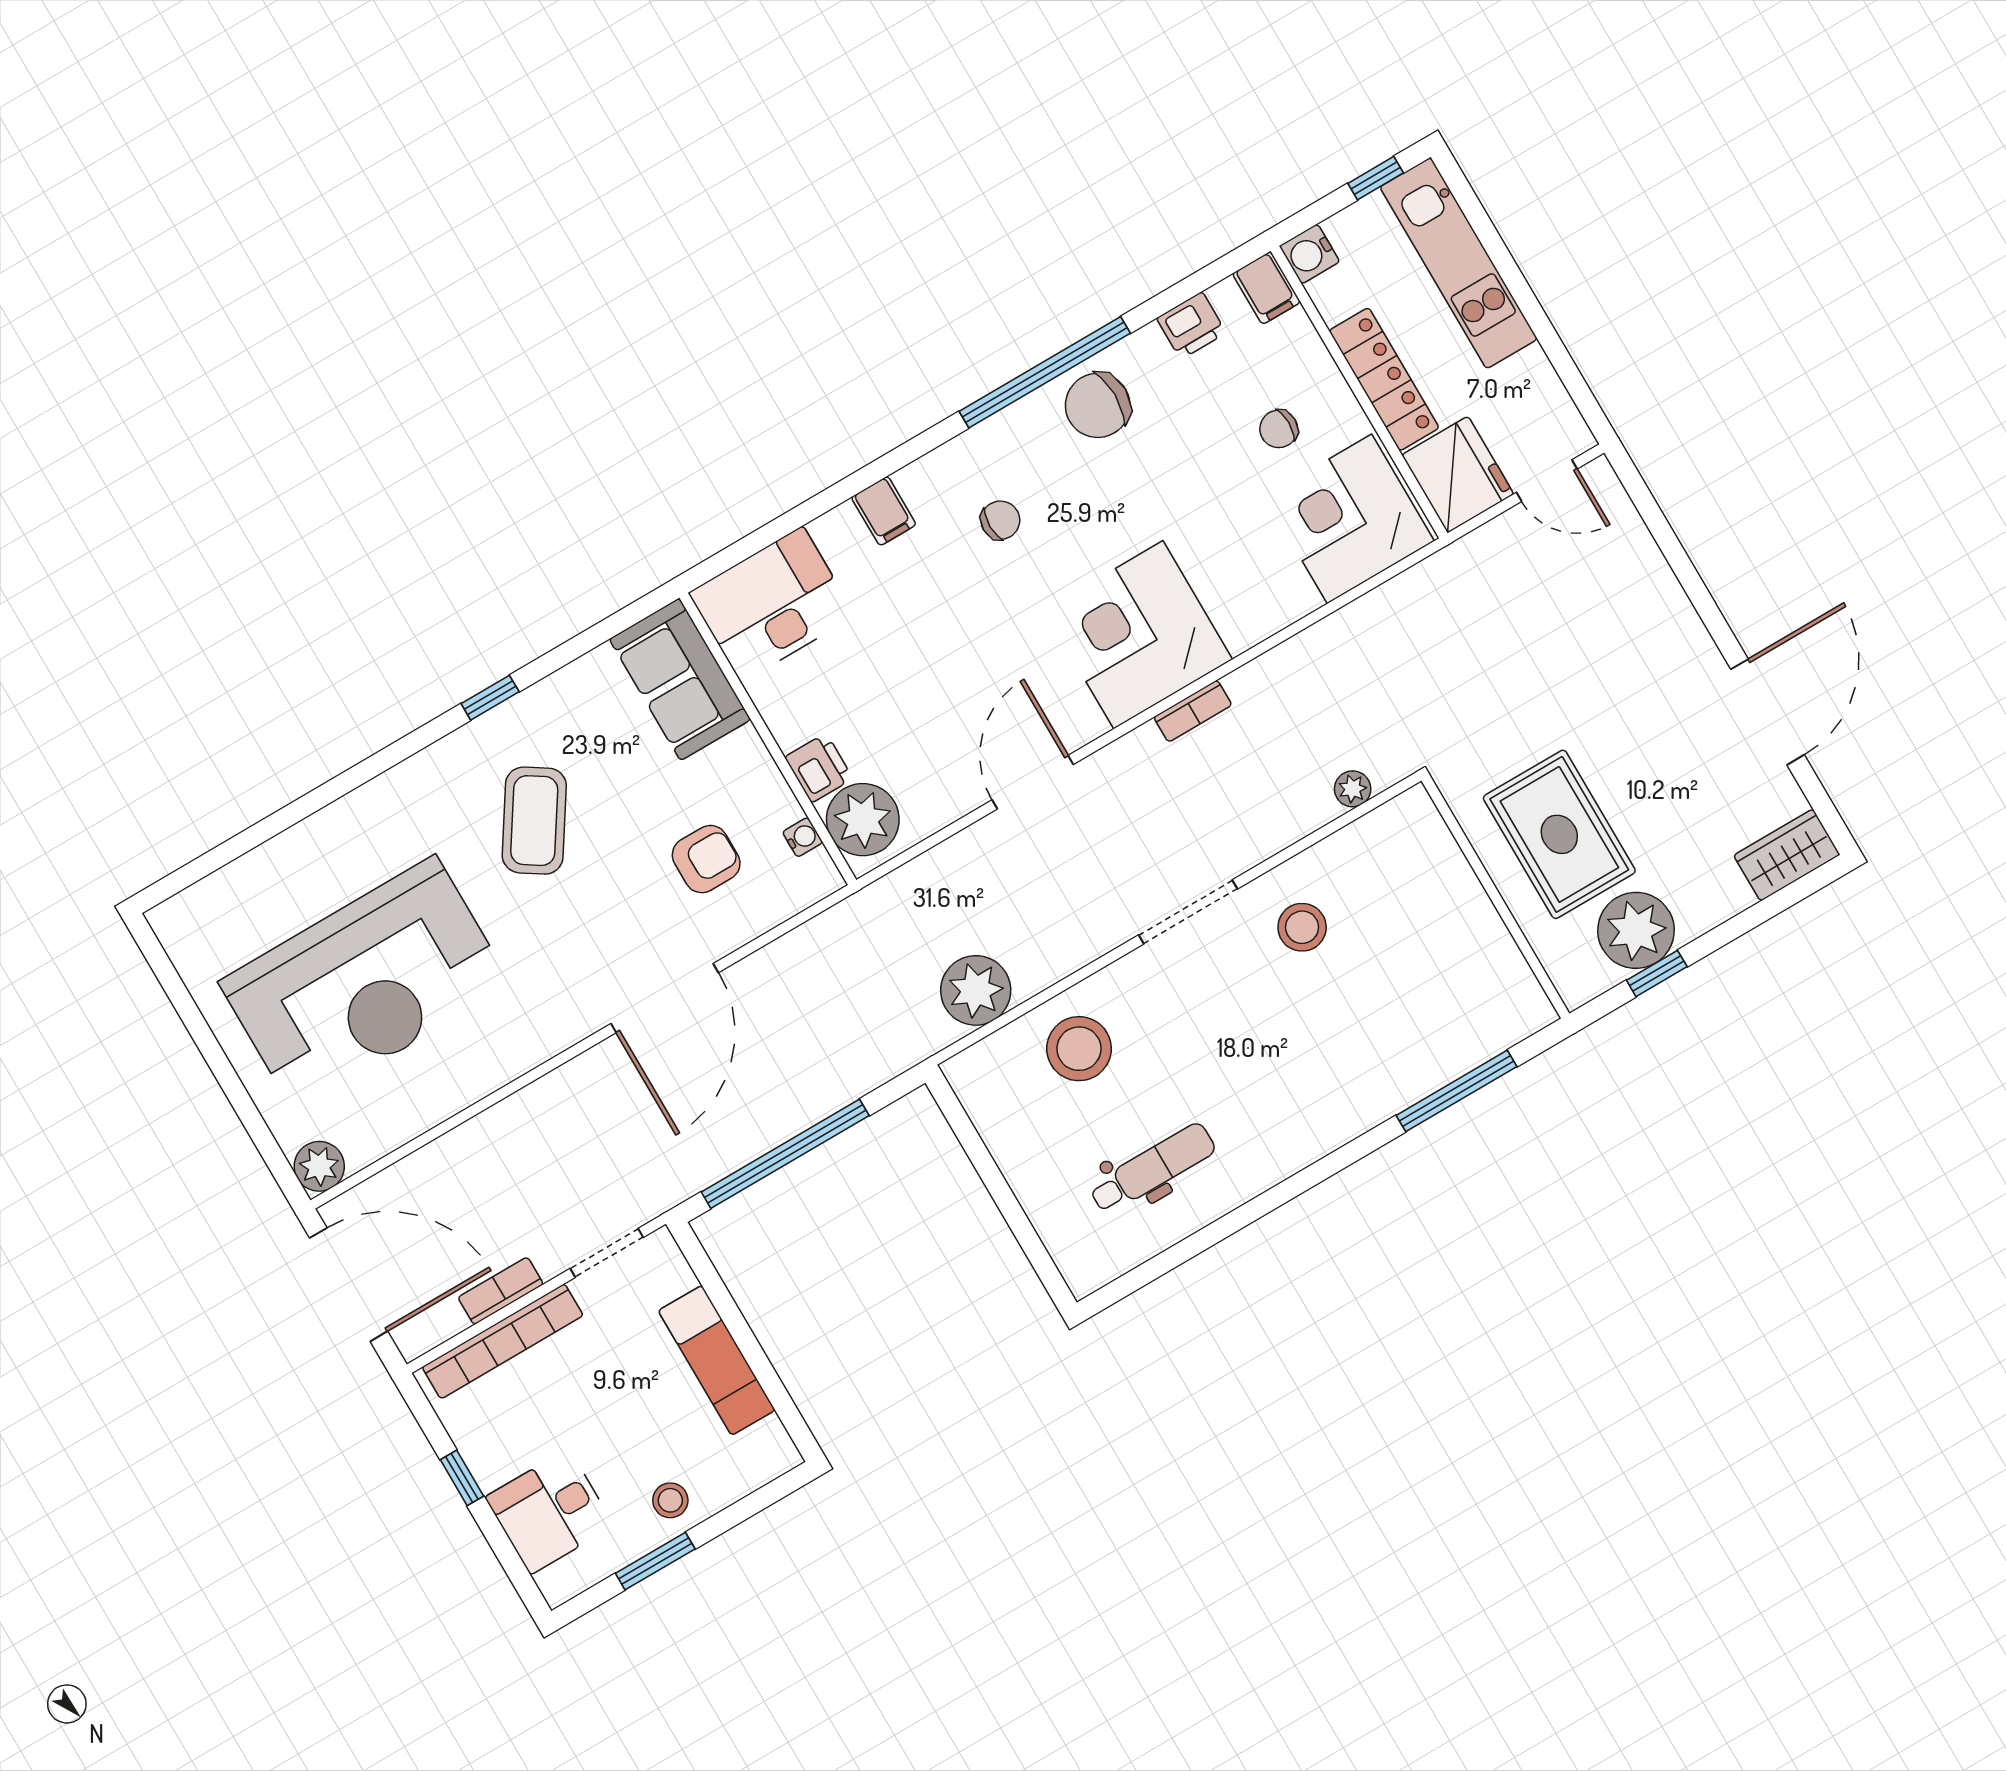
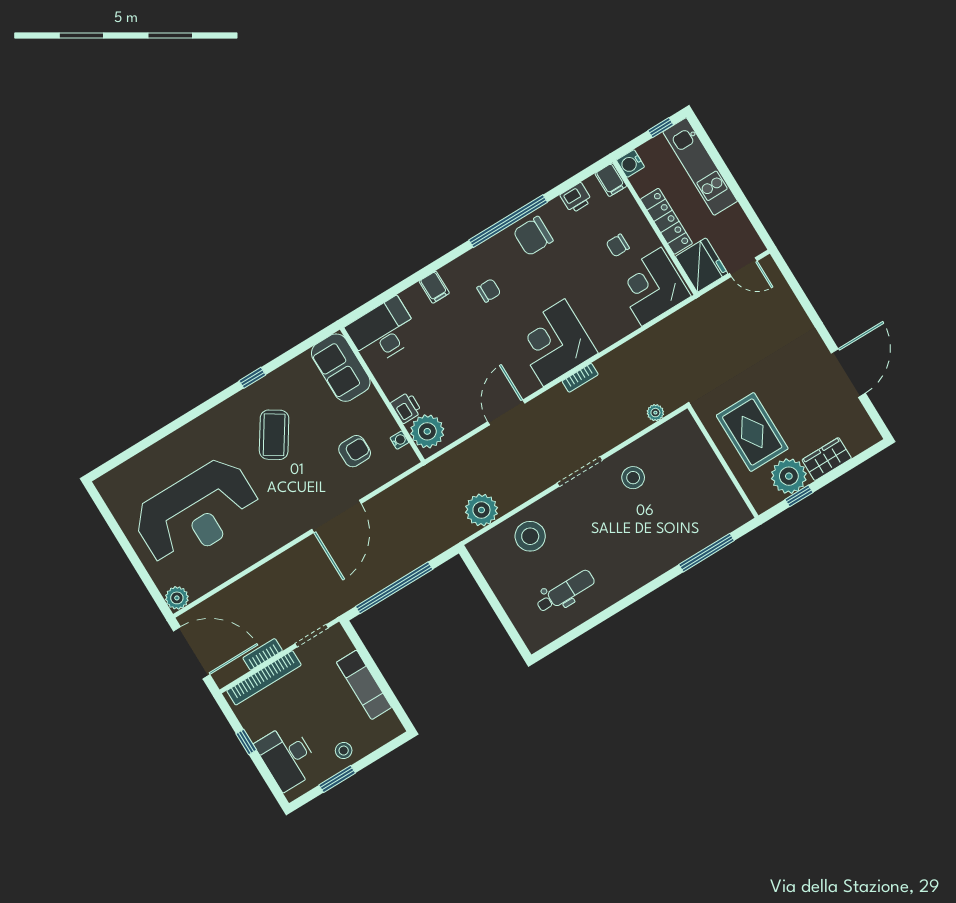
wardrobe: (1787, 855) -> (827, 459), moved
desk: (549, 1512) -> (287, 757), width x1.37

